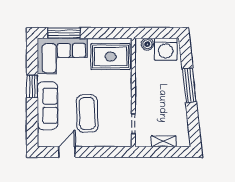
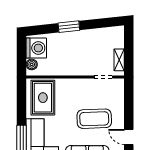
window: (189, 85) -> (69, 27), width x0.69
shelving: (164, 141) -> (119, 60), moved

